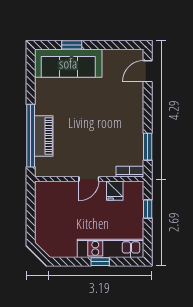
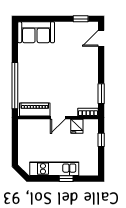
window: (72, 45) -> (81, 19), moved
sofa: (68, 63) -> (36, 32), width x0.73
piano: (44, 136) -> (35, 109), moved, turned -90
kitchen unit: (110, 248) -> (54, 169), moved

